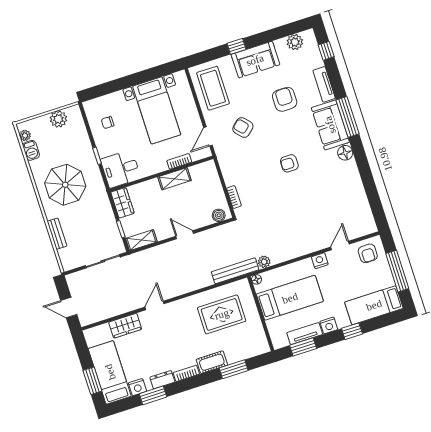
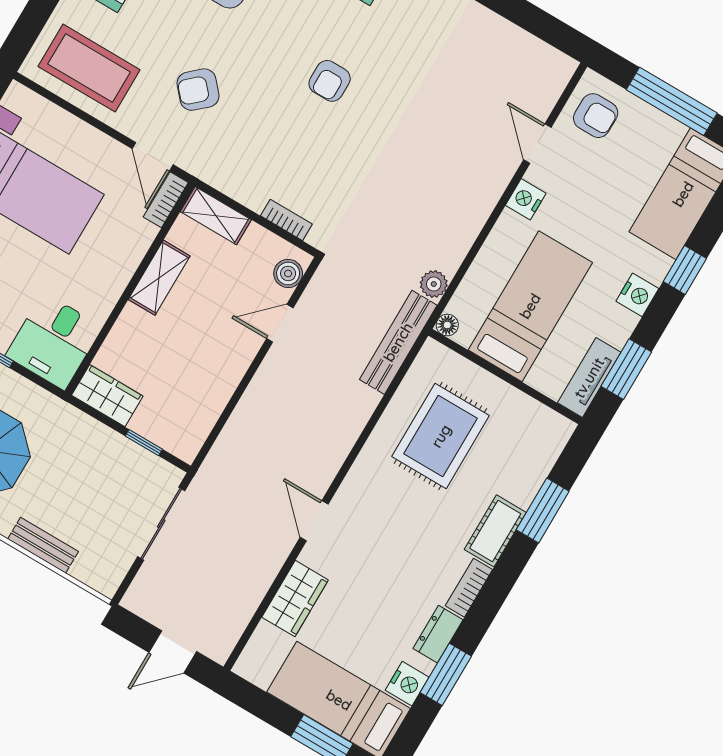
bookcase: (179, 161) -> (166, 200), moved
door: (185, 235) -> (280, 323), moved
shelving: (141, 240) -> (216, 216), moved, turned 90
tv unit: (305, 334) -> (589, 378), moved

